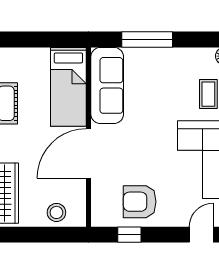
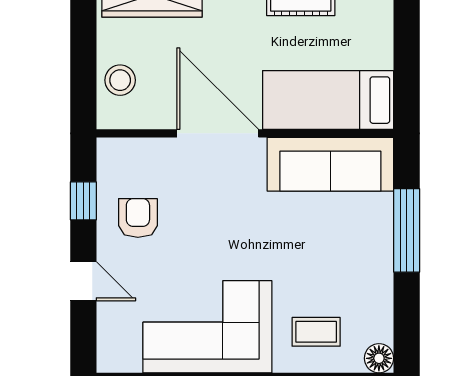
armchair: (140, 202) -> (138, 218), width x0.72, depth x0.72
door: (201, 235) -> (83, 281), moved

